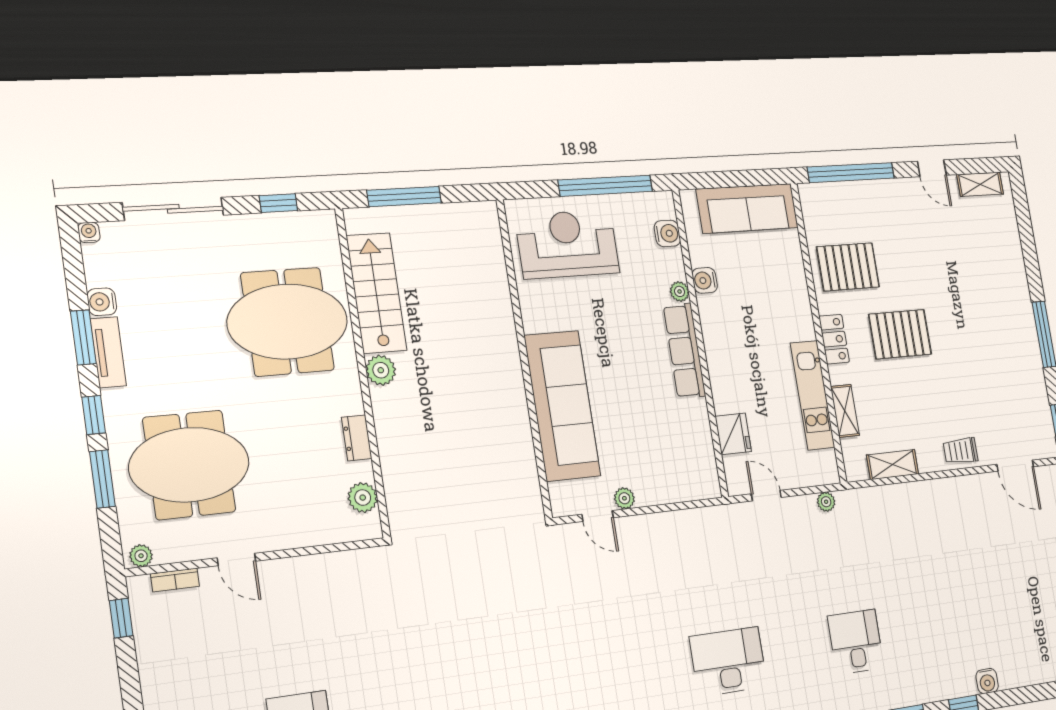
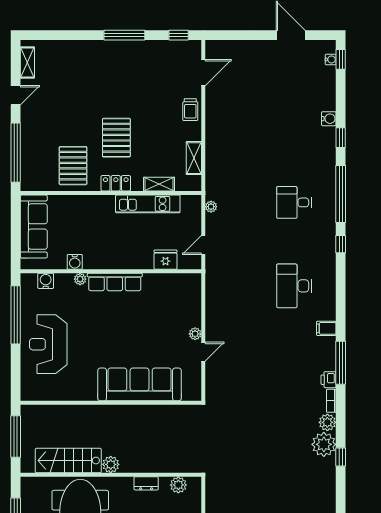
wall: (524, 358) -> (111, 403), moved
sofa: (562, 406) -> (140, 384), moved

